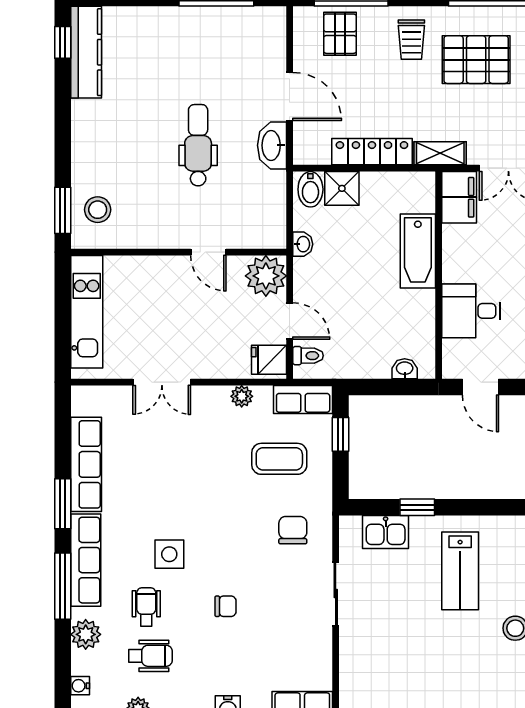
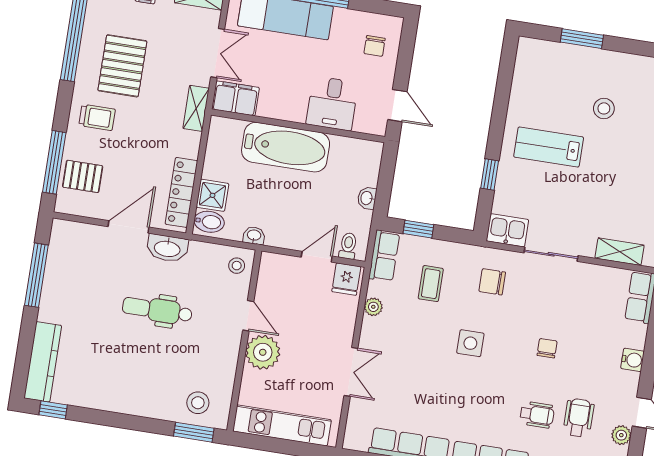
kitchen counter: (86, 52) -> (43, 362), moved, turned 90
locker: (372, 152) -> (181, 192), moved
stool: (265, 230) -> (237, 266), added
bathtub: (418, 251) -> (286, 147), width x1.36, depth x1.36
door: (208, 252) -> (248, 316), hinge flipped
plant: (266, 276) -> (263, 352), moved
washbasin: (405, 369) -> (367, 198), moved
door: (480, 387) -> (397, 106), hinge flipped
coffee table: (279, 459) -> (431, 284), width x0.73, depth x0.77
kitchen sink: (386, 532) -> (507, 230), moved, turned -90
side table: (169, 554) -> (470, 343), moved
lab bench: (460, 571) -> (549, 147), turned 180
wheelchair: (146, 607) -> (537, 415), turned 180
shelving: (351, 673) -> (619, 252), added

